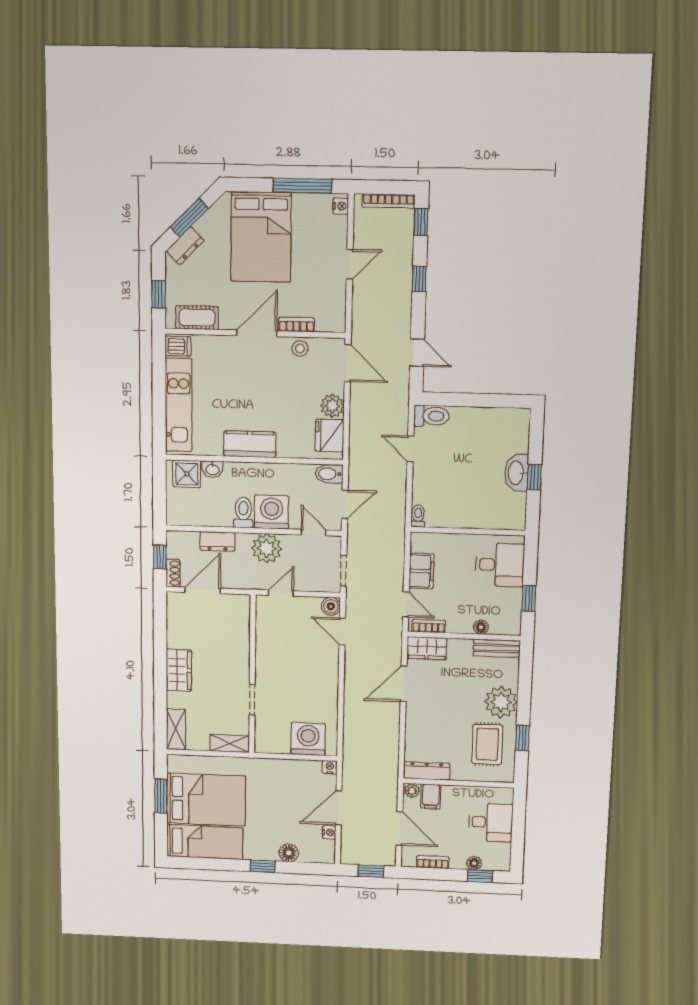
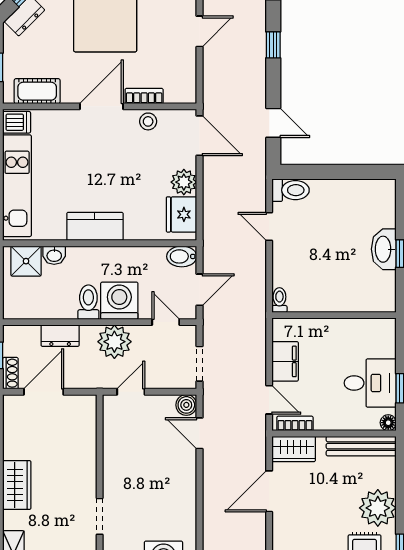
desk: (500, 565) -> (370, 383), moved
floor lamp: (481, 627) -> (388, 423), moved
bench: (497, 648) -> (361, 446), width x1.36

